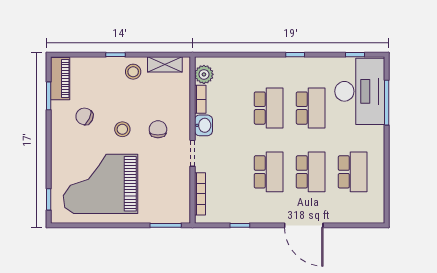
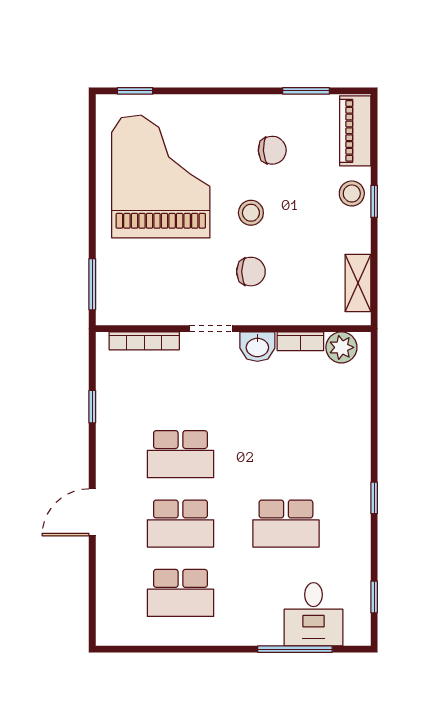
stool: (133, 72) -> (352, 193), moved
piano: (60, 79) -> (355, 131), moved, turned 90
desk: (360, 91) -> (314, 614), width x0.53, depth x0.77
school desk: (269, 108) -> (286, 454), removed
chair: (84, 116) -> (272, 150), turned 61
door: (304, 225) -> (92, 512), width x0.73

